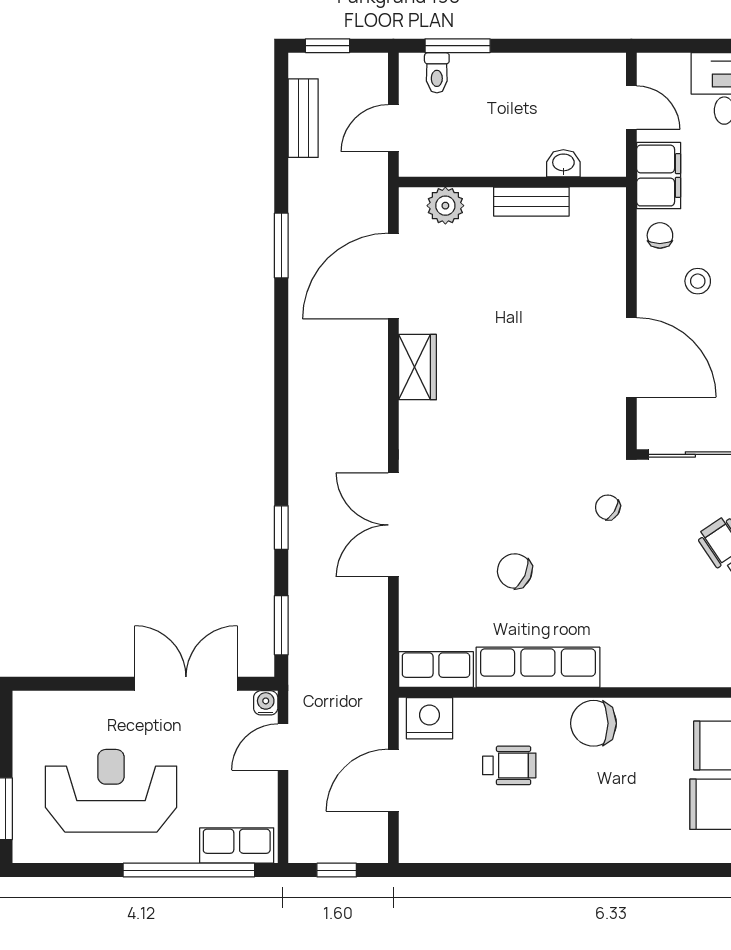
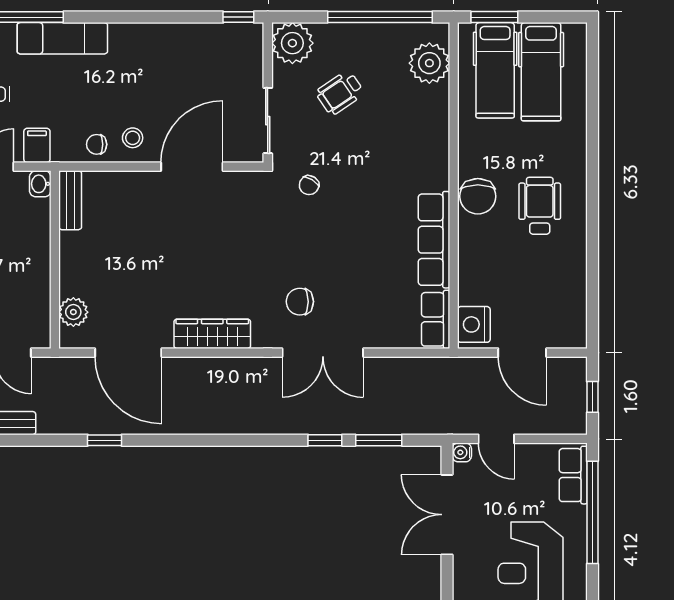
washbasin: (563, 163) -> (40, 184), moved
filing cabinet: (659, 176) -> (37, 145), width x0.50
bench: (531, 202) -> (70, 200), moved
window: (281, 246) -> (105, 440), width x0.67
stool: (698, 281) -> (133, 138), moved
wardrobe: (417, 367) -> (212, 334), width x1.50
chair: (515, 571) -> (300, 302), moved, turned 66
window: (281, 625) -> (379, 440), moved
wheelchair: (509, 765) -> (540, 206), moved, width x1.36, depth x1.37

